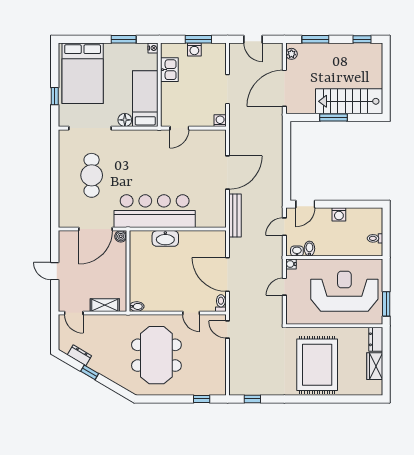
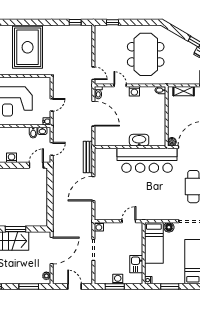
washing machine: (172, 305) -> (134, 91), added

